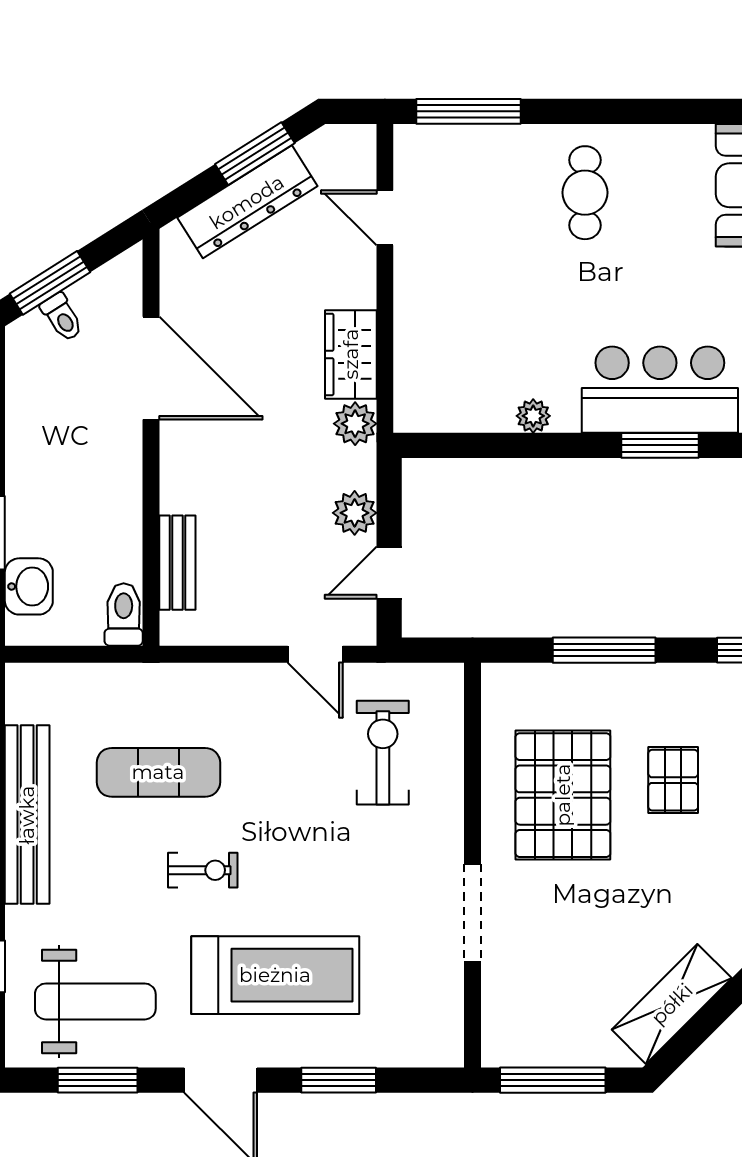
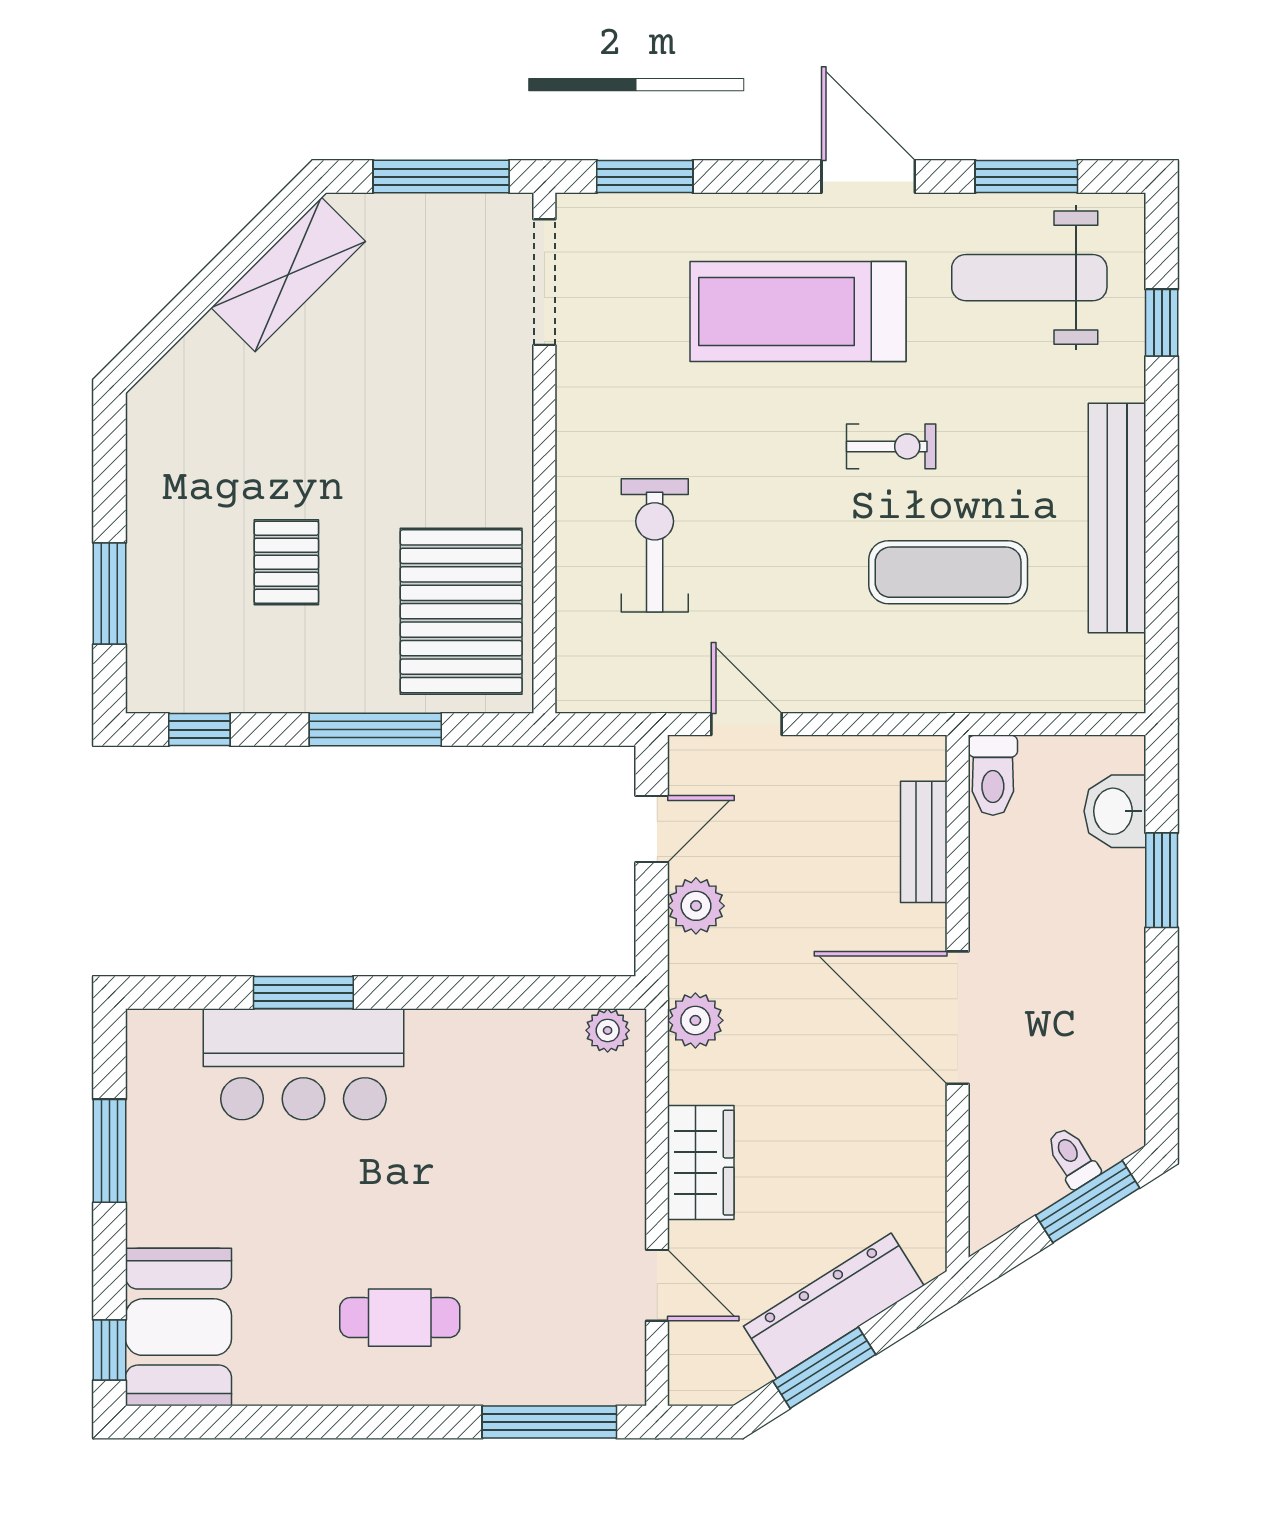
cafe table: (585, 193) -> (400, 1318), turned 90
wardrobe: (351, 354) -> (701, 1163), moved
door: (151, 368) -> (958, 1018), moved
plant: (533, 416) -> (608, 1030), moved
exercise bike: (383, 753) -> (655, 545), moved, turned 180
pallet: (563, 795) -> (461, 611), moved
exercise bike: (203, 870) -> (891, 446), turned 180
doorway: (473, 913) -> (544, 282), moved
window: (339, 1080) -> (645, 177), moved

